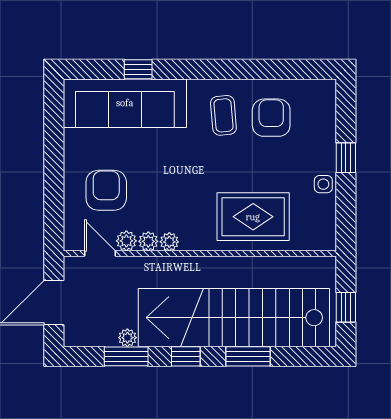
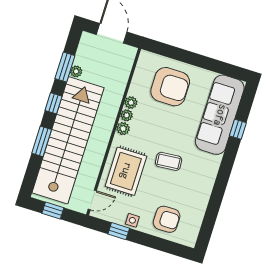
coffee table: (223, 115) -> (169, 161), moved
armchair: (271, 118) -> (167, 219), moved
window: (346, 158) -> (119, 231), moved
armchair: (106, 190) -> (170, 87), width x1.36, depth x1.36
plant: (126, 241) -> (123, 129), moved
door: (100, 253) -> (92, 200), moved

